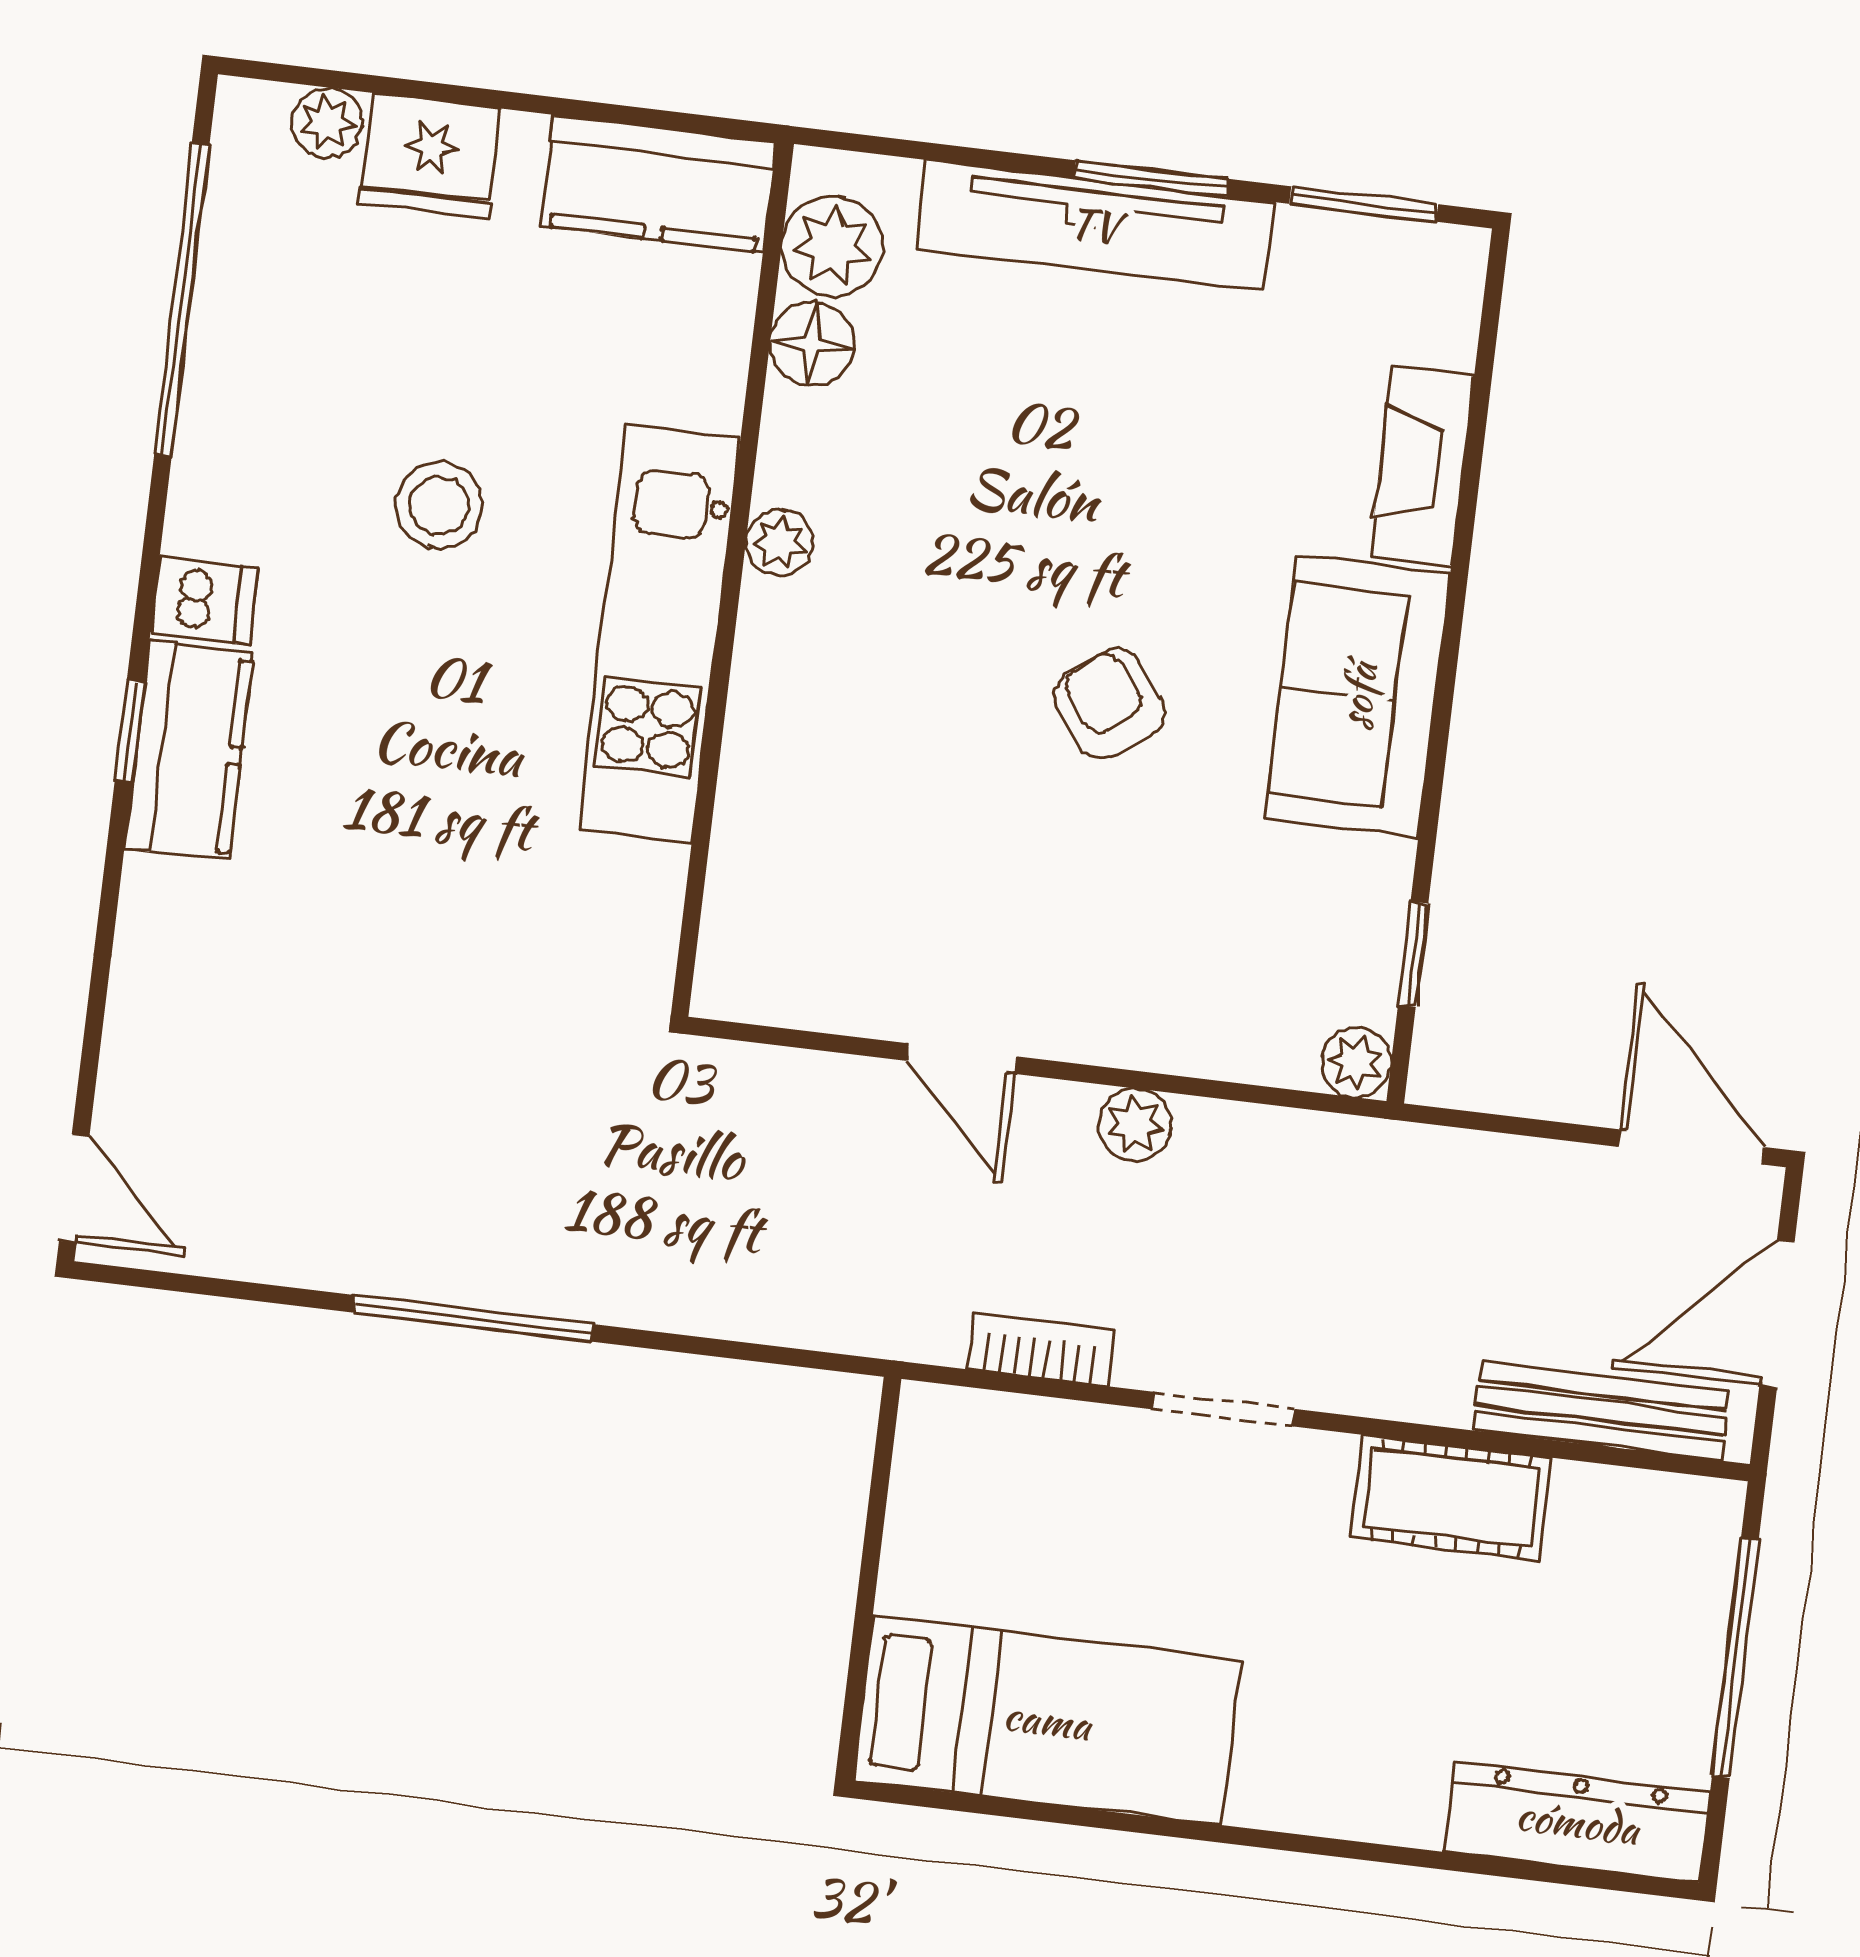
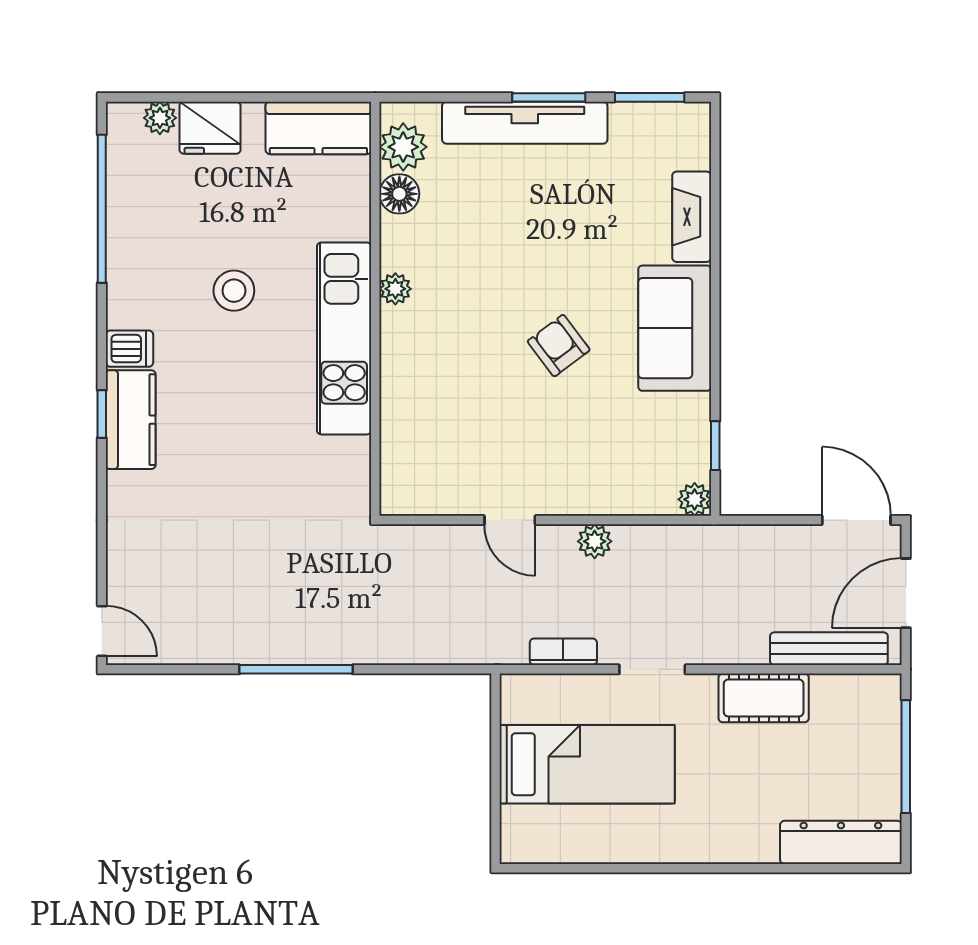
bed: (1047, 1720) -> (587, 764), moved

